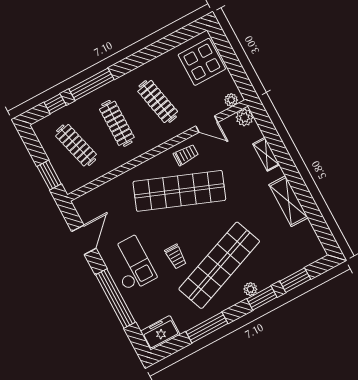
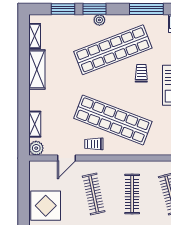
plant: (231, 100) -> (39, 166), removed
door: (207, 124) -> (67, 158), swing flipped
shelving: (266, 154) -> (35, 124), moved
shelving: (310, 235) -> (35, 36), added

